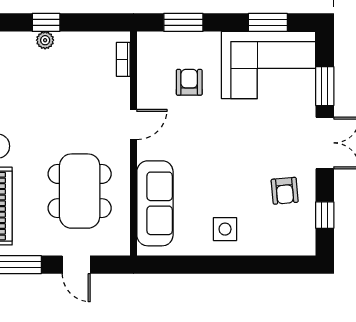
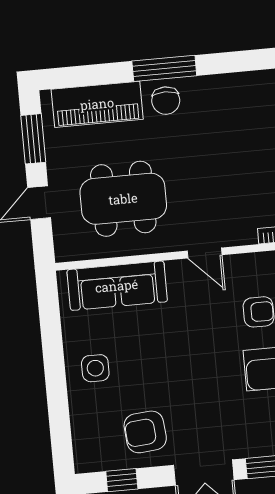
armchair: (285, 191) -> (145, 432), width x1.38, depth x1.38

